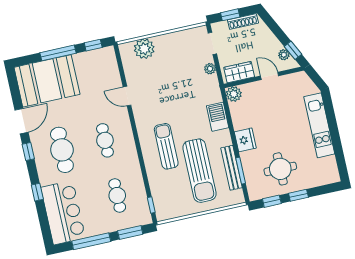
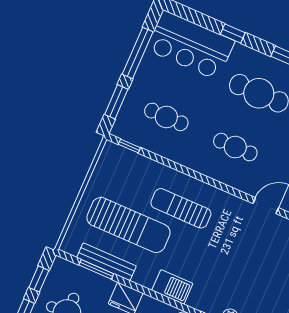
sun lounger: (166, 146) -> (181, 208), turned 180
sun lounger: (199, 171) -> (128, 225), turned 180

